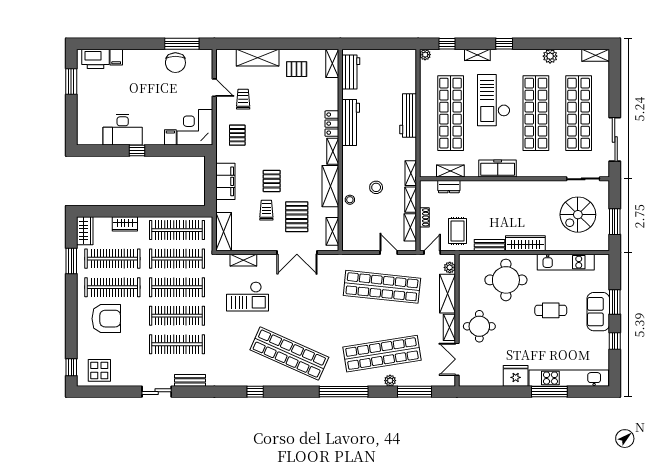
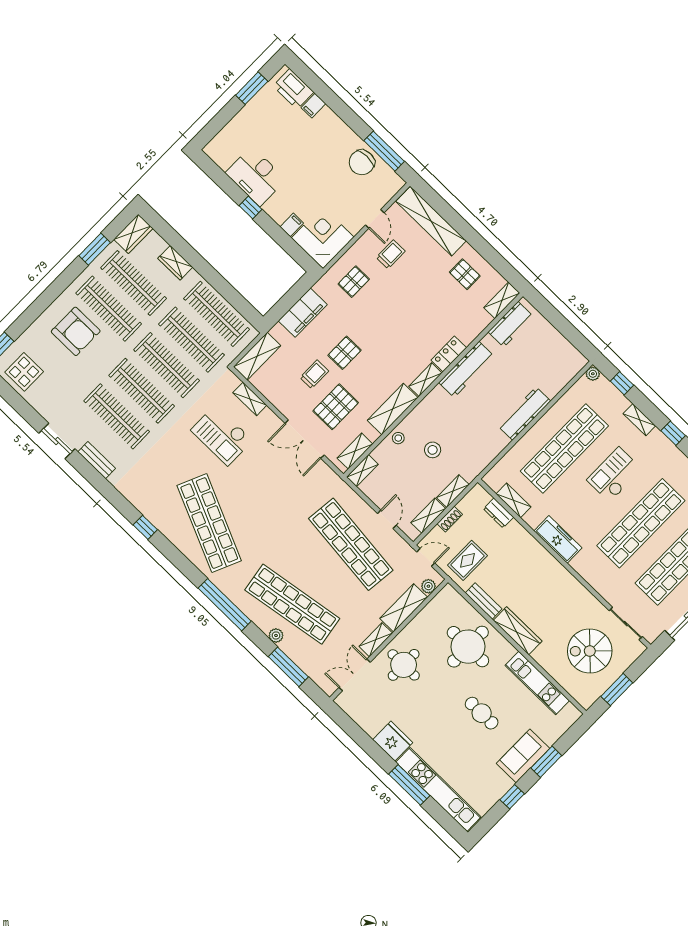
shelving: (258, 58) -> (431, 221), width x1.47
checkout: (494, 100) -> (614, 475), width x0.73, depth x0.83
shelving: (411, 173) -> (362, 471), moved

